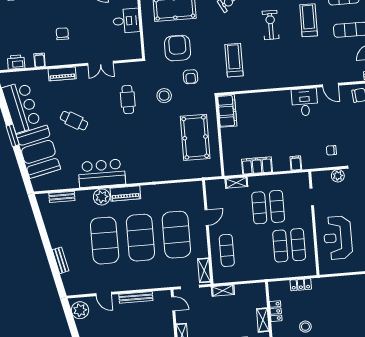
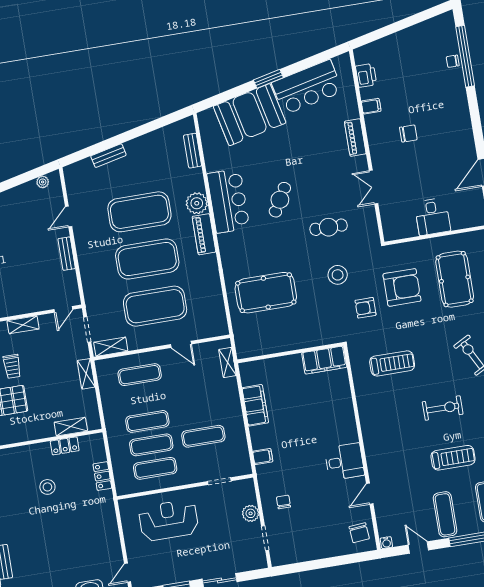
cafe table: (74, 121) -> (280, 200), moved
pool table: (195, 137) -> (266, 293), moved
shelving: (236, 183) -> (227, 362), moved
exercise mat: (259, 208) -> (147, 421), moved
bench: (136, 297) -> (67, 254), width x0.73
plant: (80, 310) -> (43, 182), width x0.53, depth x0.53
shelving: (263, 320) -> (71, 427), moved

